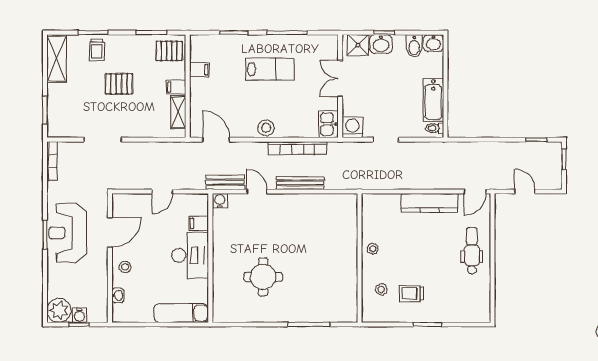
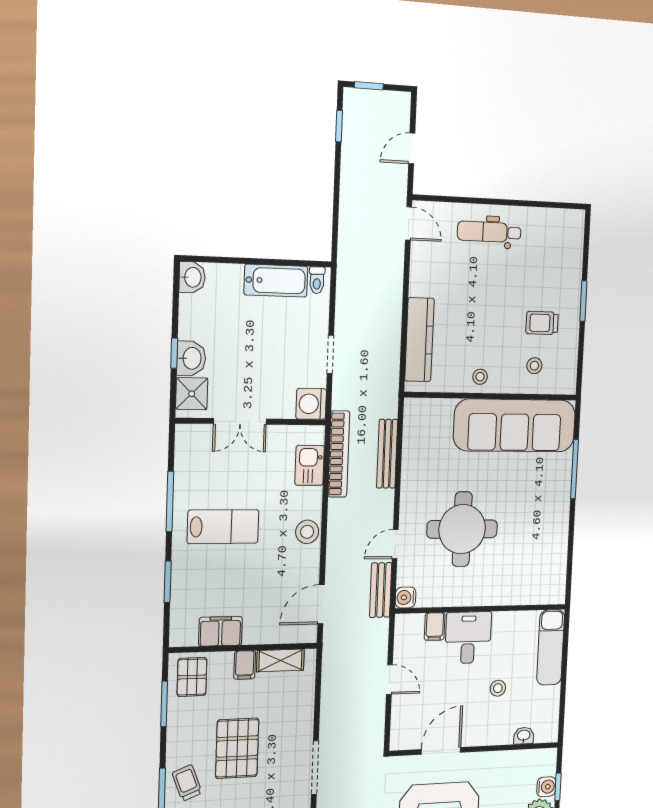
bidet: (414, 46) -> (195, 307), removed
trolley: (97, 50) -> (187, 783), turned -111
lab bench: (270, 69) -> (223, 527), turned 90
filing cabinet: (199, 70) -> (220, 631), width x2.00
pallet: (119, 84) -> (237, 748), width x1.50, depth x1.42
kitchen sink: (328, 124) -> (310, 465), moved, turned 90
bookcase: (297, 148) -> (339, 454), moved
bench: (300, 183) -> (387, 454), moved
kitchen counter: (430, 203) -> (419, 340), moved
door: (110, 232) -> (441, 751), hinge flipped
desk: (190, 255) -> (468, 638), width x0.73
stool: (125, 267) -> (498, 688), moved
round table: (263, 277) -> (462, 529), moved, width x1.36, depth x1.36
sofa: (339, 277) -> (515, 425), added
trolley: (411, 294) -> (542, 323), turned 90

